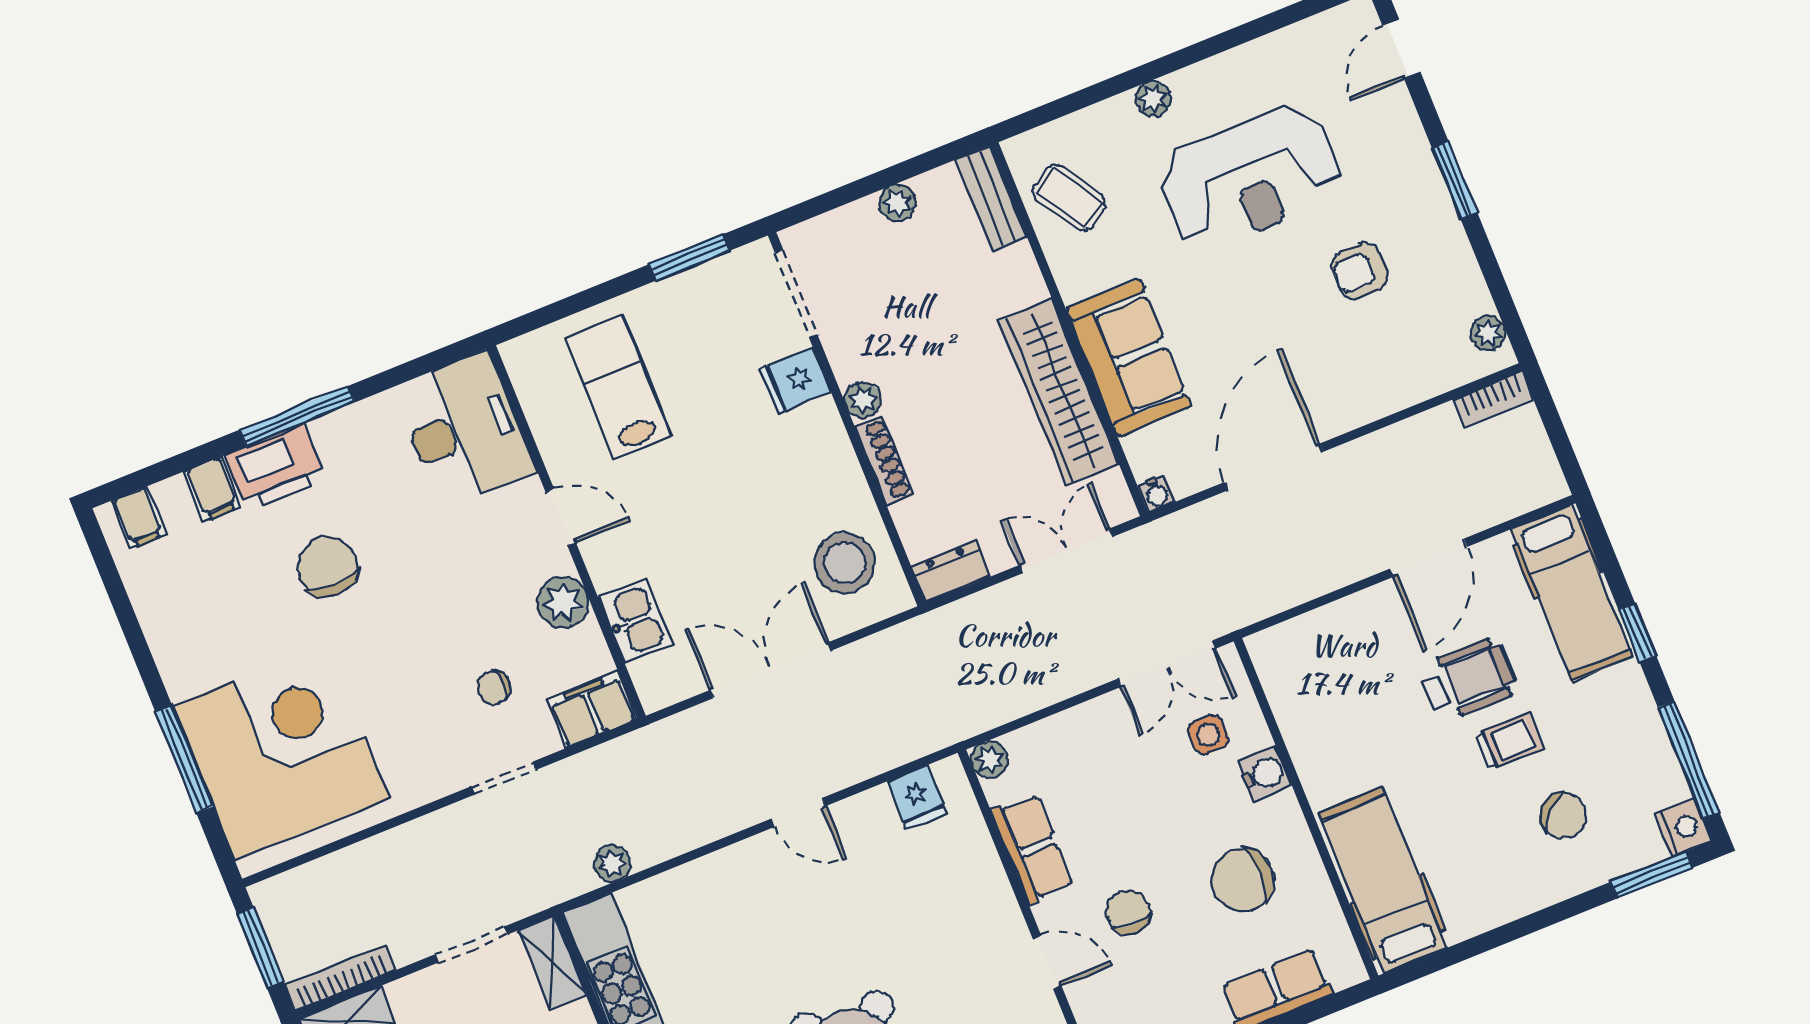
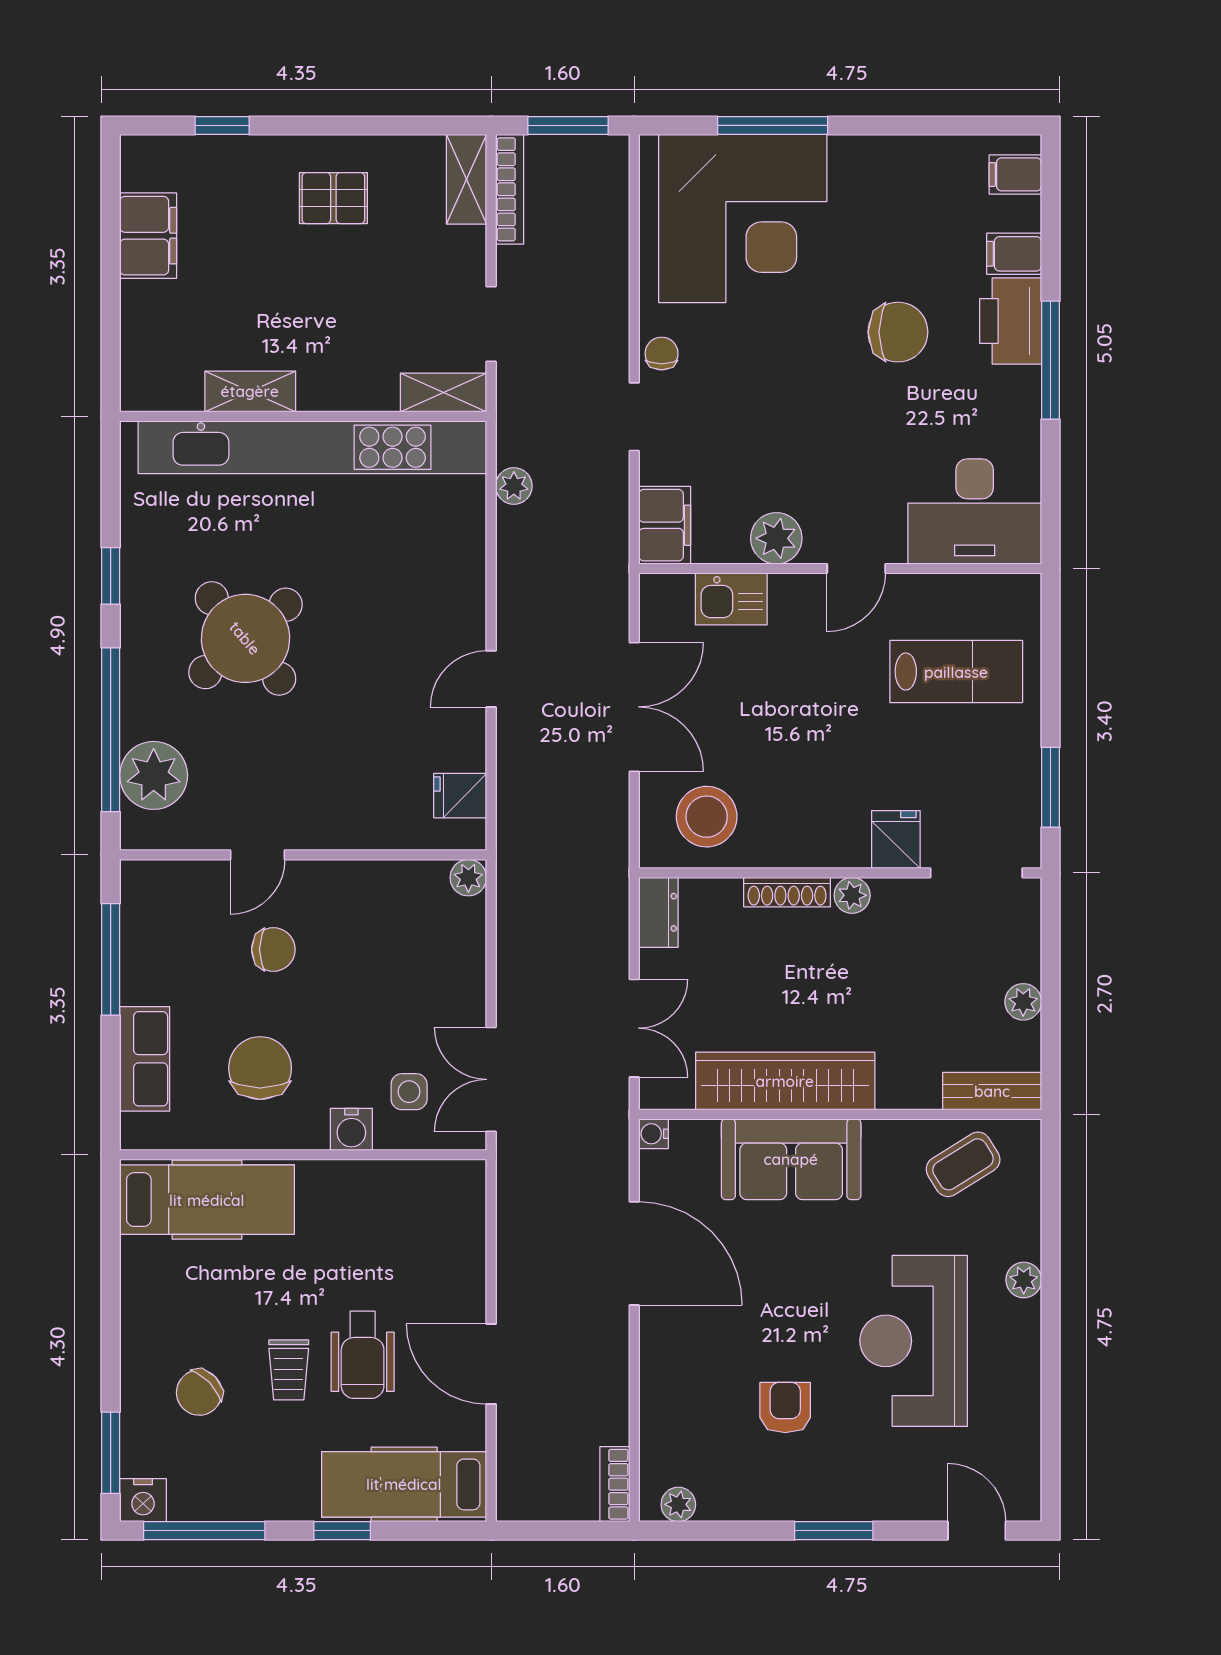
chair: (494, 688) -> (662, 353), moved
row of seats: (1032, 848) -> (369, 884), removed

